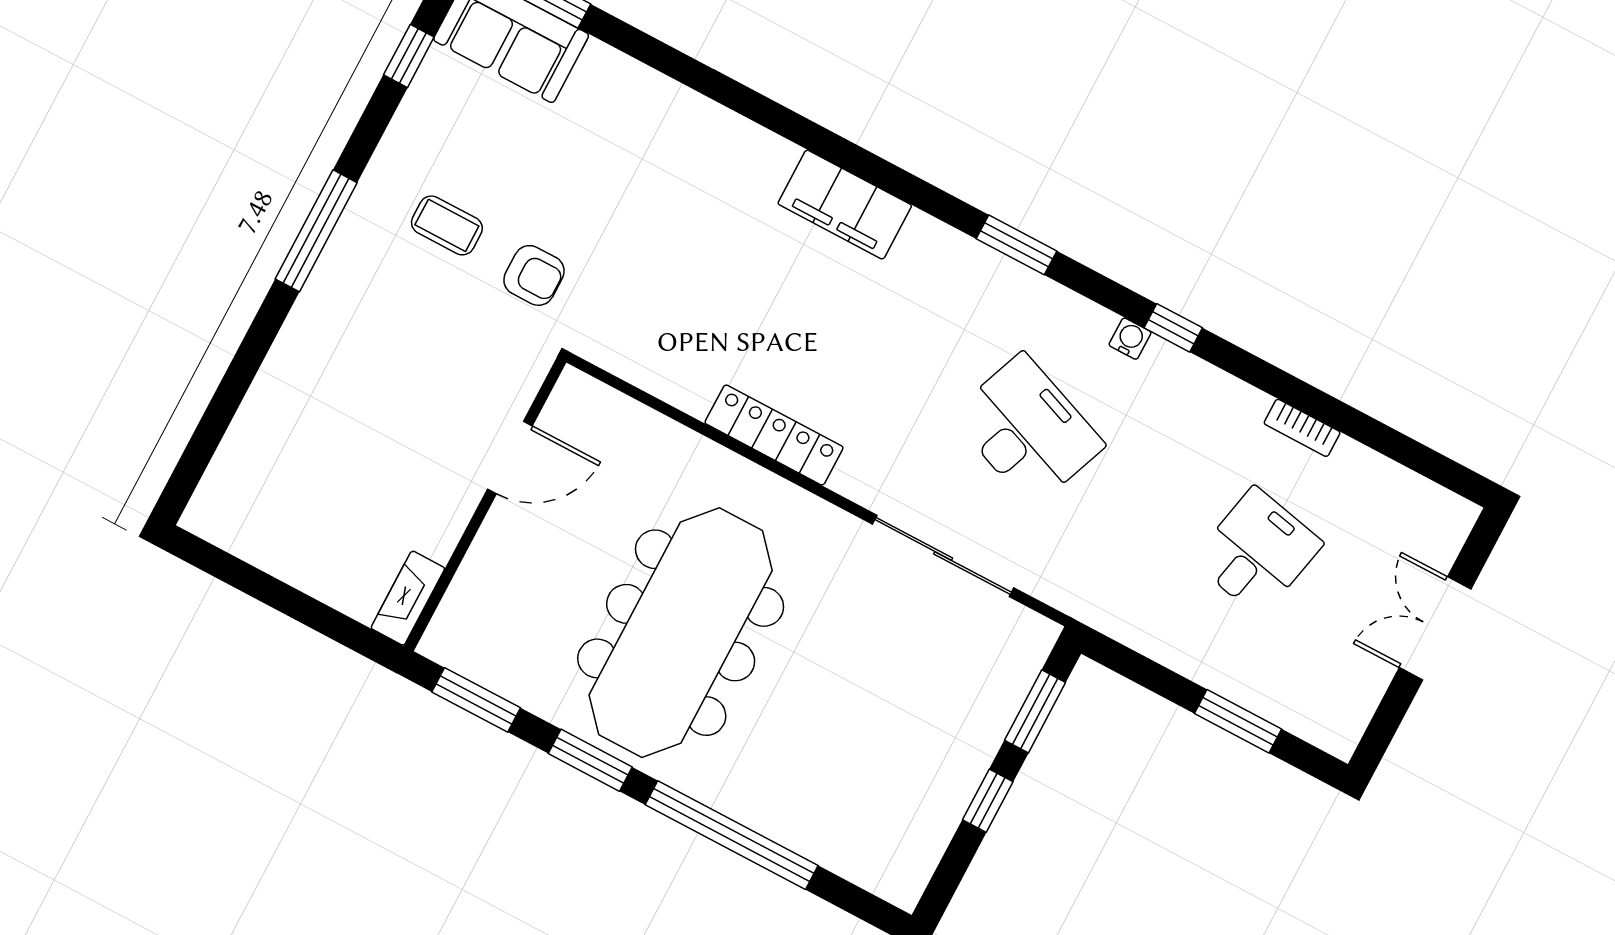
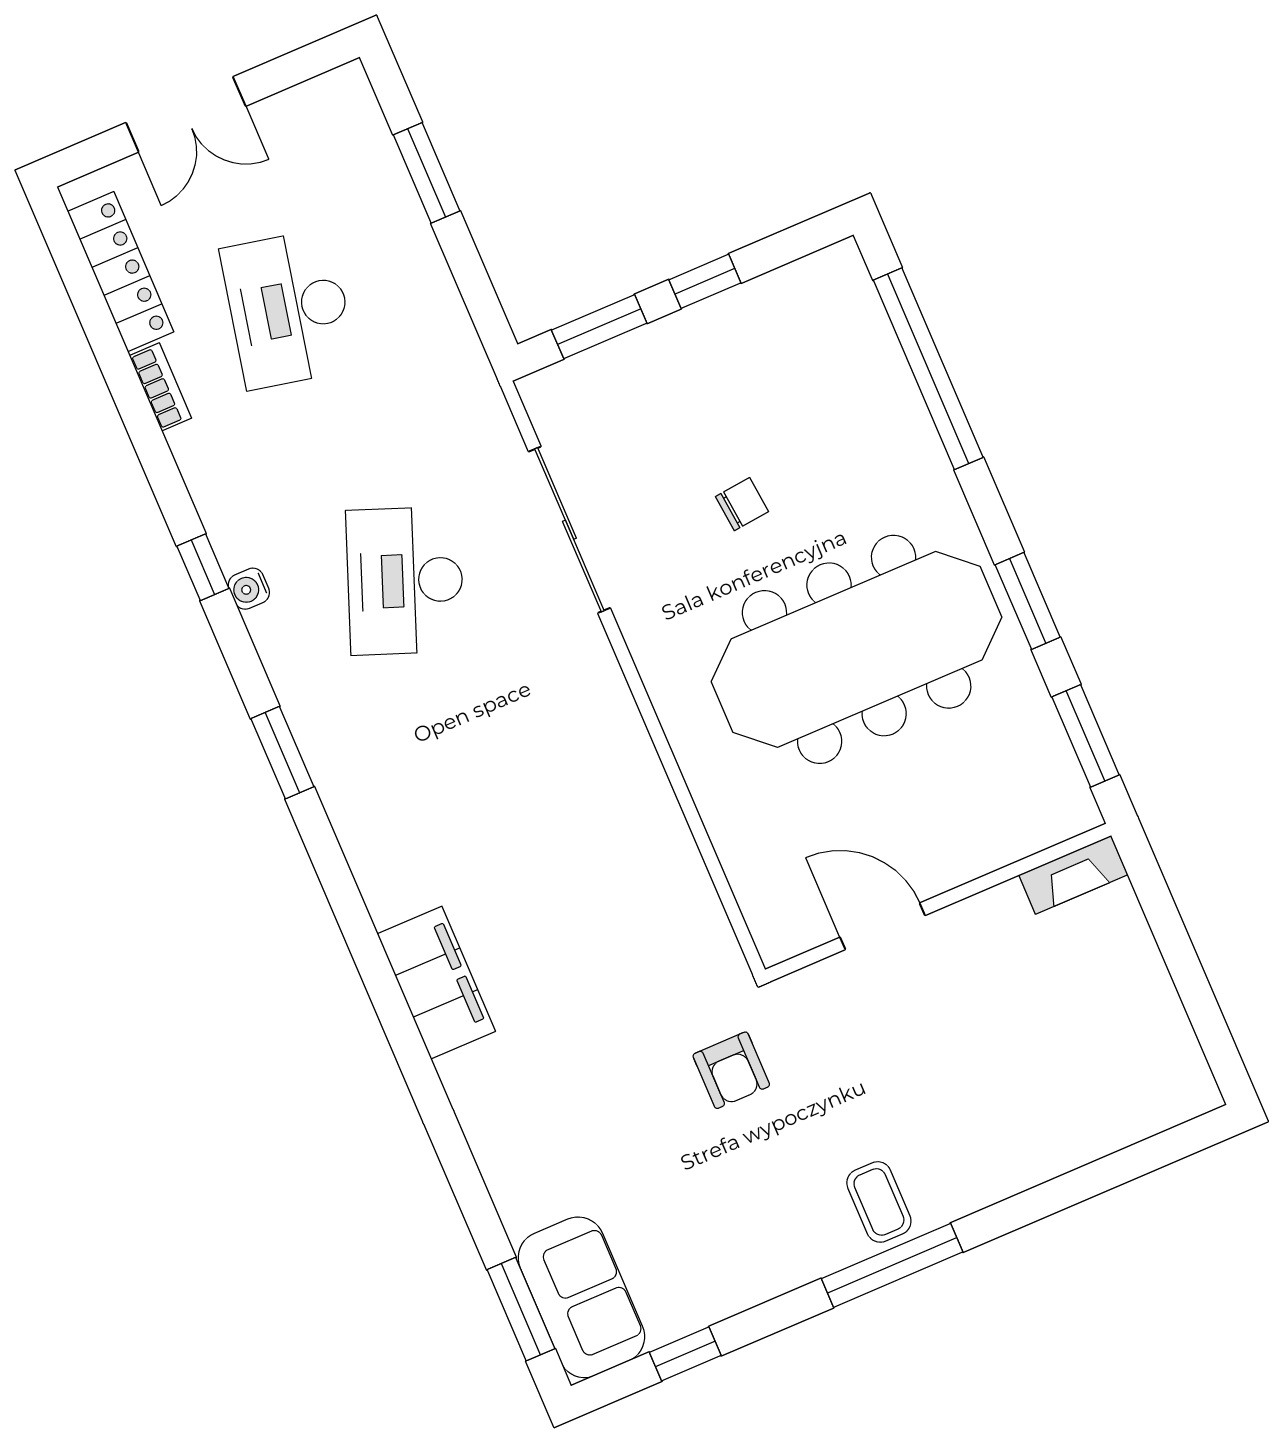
filing cabinet: (845, 205) -> (436, 983), moved
coffee table: (447, 225) -> (879, 1202), moved
armchair: (534, 275) -> (731, 1070), turned 180
locker: (774, 435) -> (121, 272), moved, turned 180
desk: (1257, 552) -> (289, 309), width x1.37
chair: (839, 669) -> (742, 504), added
window: (732, 835) -> (928, 369), moved

